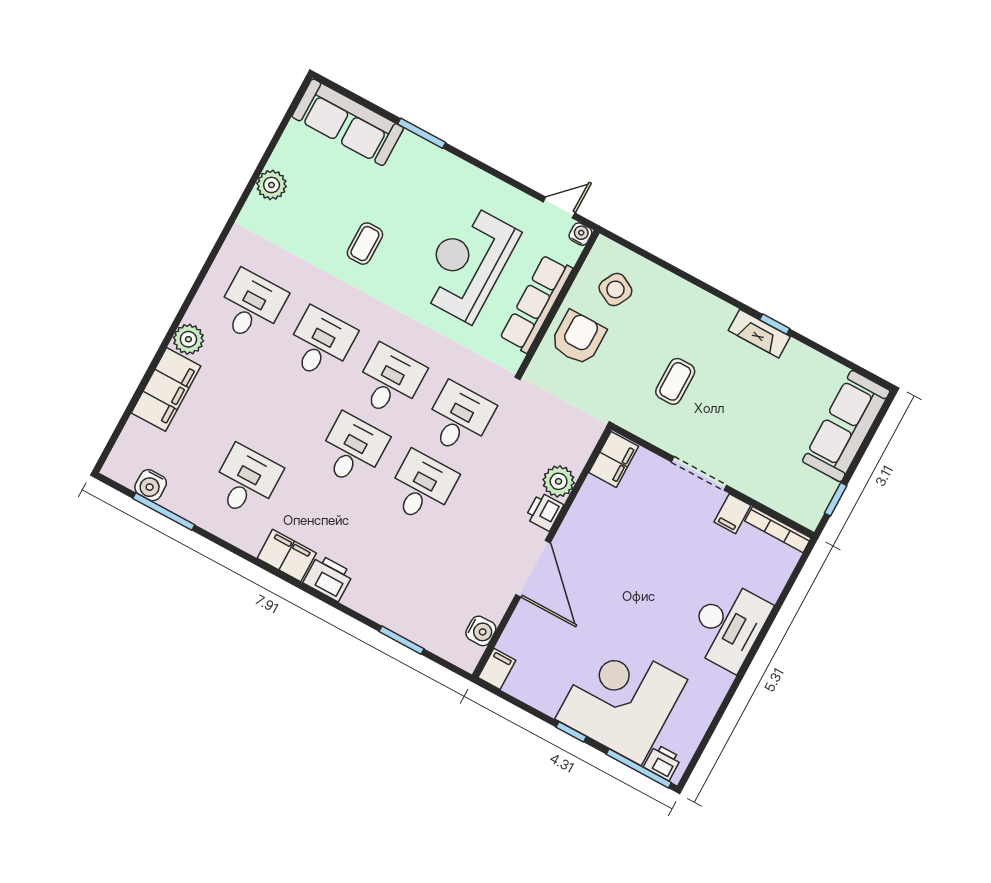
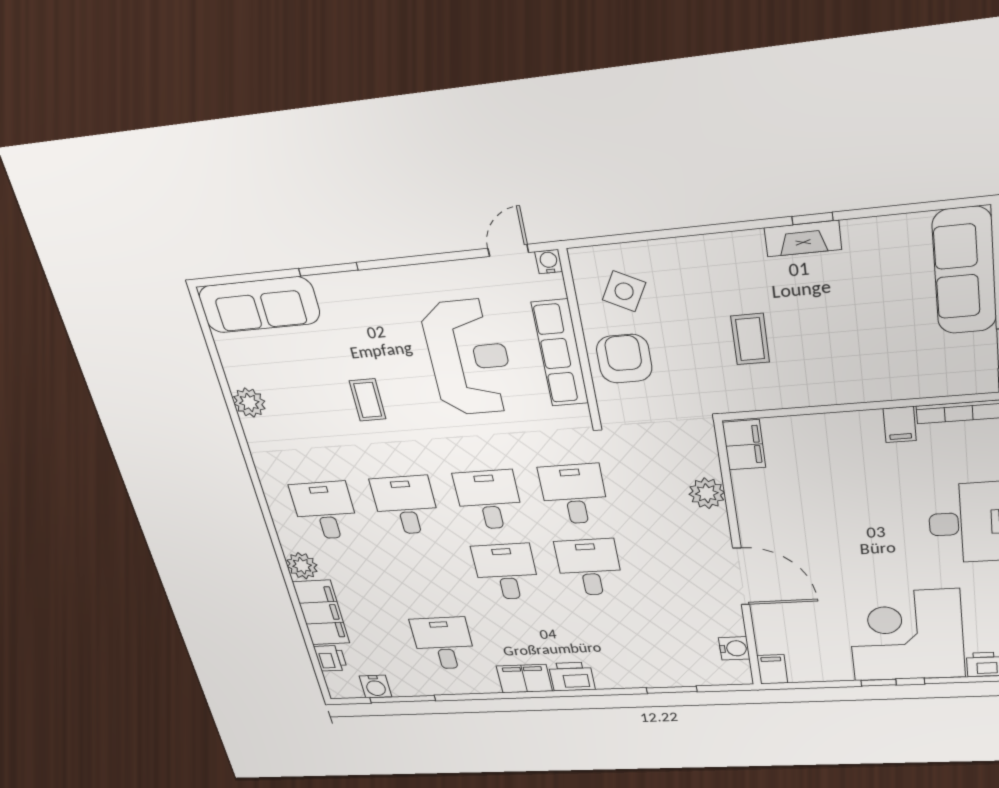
reception desk: (468, 263) -> (469, 358), turned 180
doorway: (699, 473) -> (838, 408), removed
printer: (544, 512) -> (331, 658), moved, turned 180

